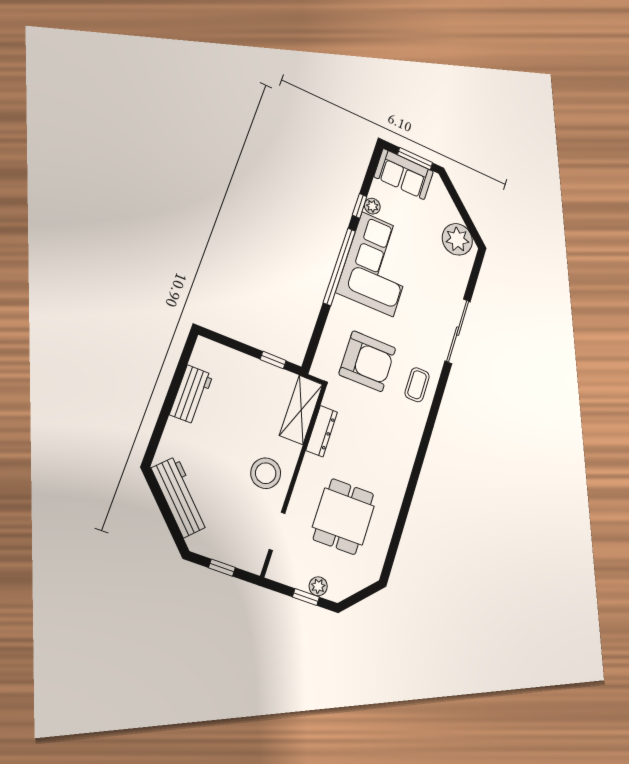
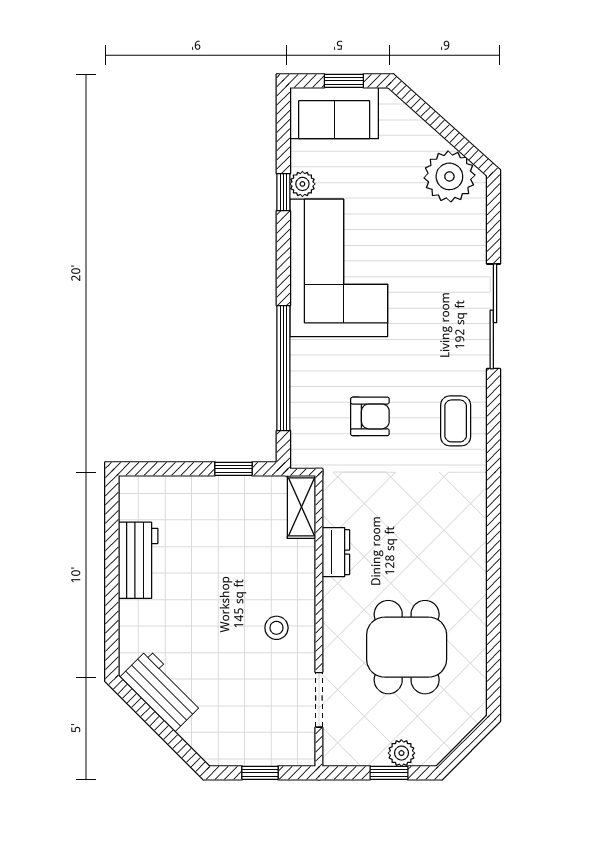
window: (415, 159) -> (344, 81), width x0.67
window: (339, 267) -> (283, 368), moved
armchair: (367, 361) -> (370, 416), width x0.53, depth x0.53
shelving: (301, 410) -> (301, 507), width x0.67, depth x0.75
dresser: (322, 431) -> (336, 552), width x0.70
stool: (266, 473) -> (276, 628), width x0.53, depth x0.53
workbench: (180, 497) -> (161, 690), width x0.73

